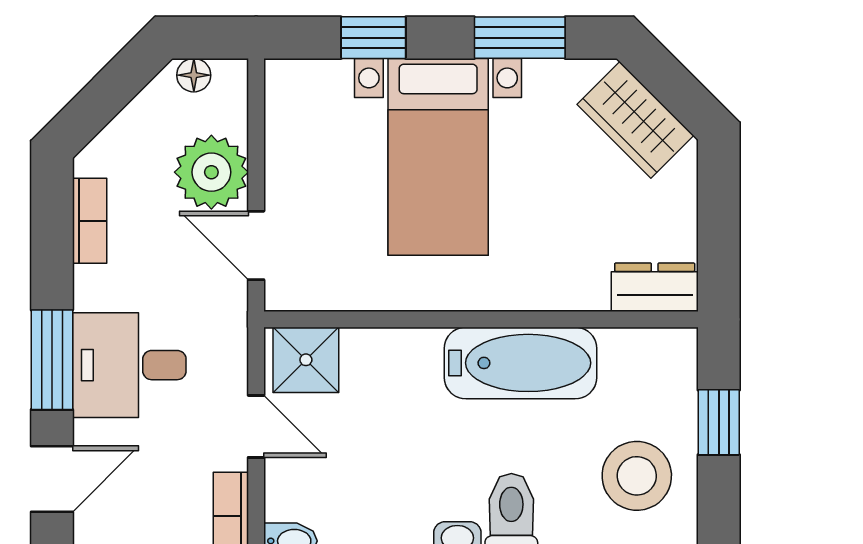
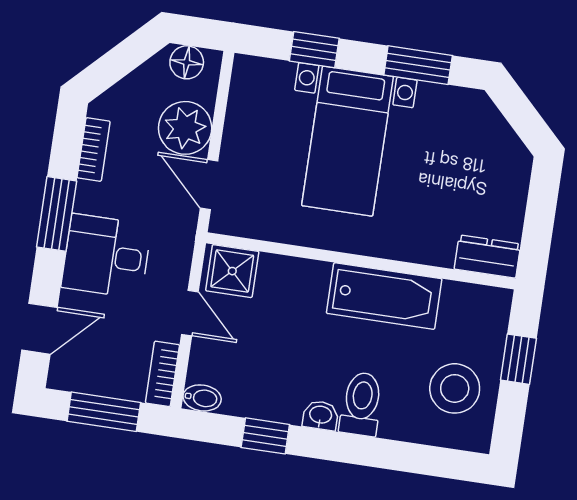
floor lamp: (194, 75) -> (187, 62), width x1.37, depth x1.37
wardrobe: (635, 120) -> (491, 136), removed
window: (52, 360) -> (57, 214), moved

